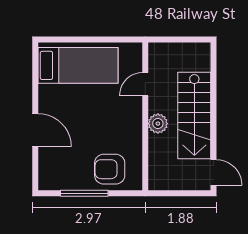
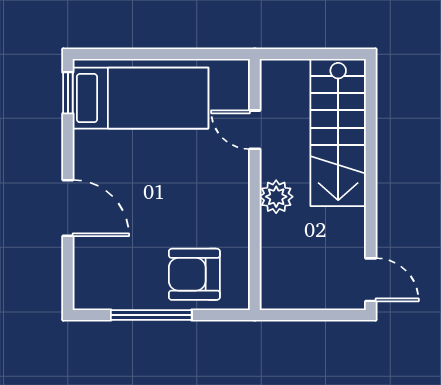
window: (35, 62) -> (68, 93), added
door: (145, 84) -> (255, 130), hinge flipped
stairs: (194, 115) -> (338, 133), moved

